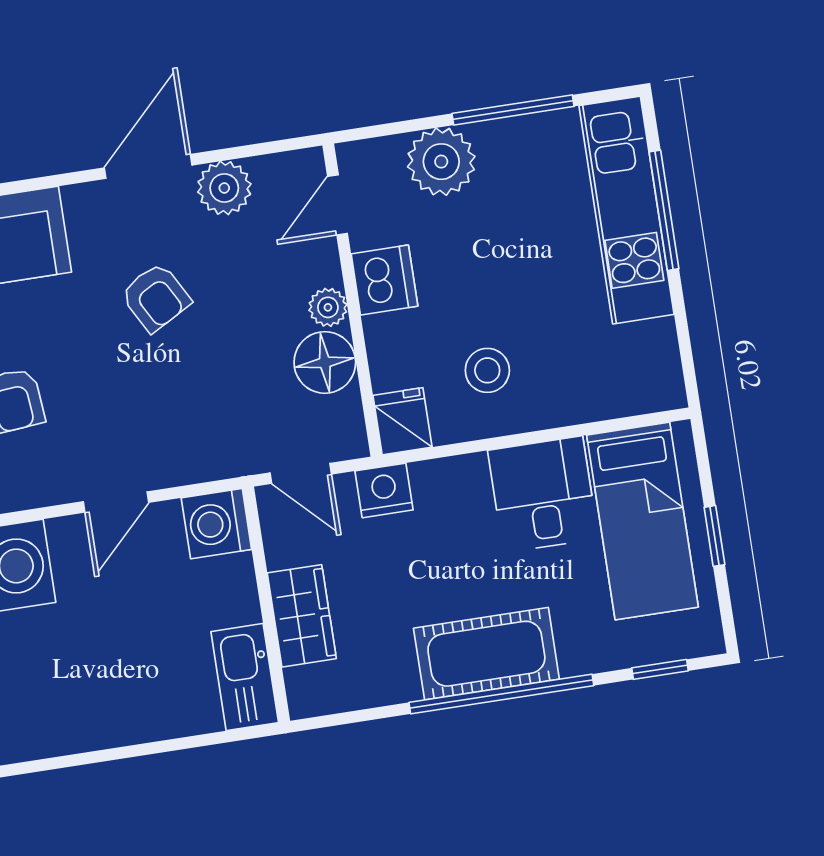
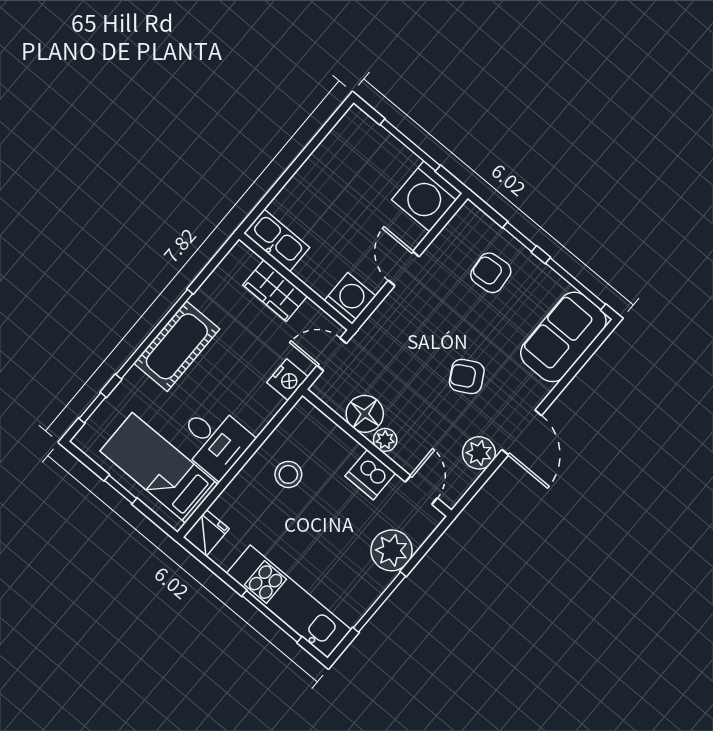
fridge: (403, 421) -> (206, 533), moved, turned -90

